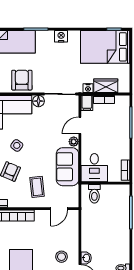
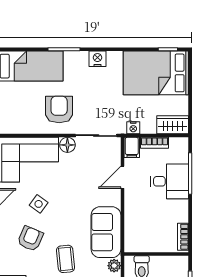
armchair: (22, 80) -> (59, 109), moved
wardrobe: (106, 86) -> (173, 125), moved
plant: (74, 142) -> (114, 266), moved
desk: (94, 168) -> (170, 181), moved, turned -90

